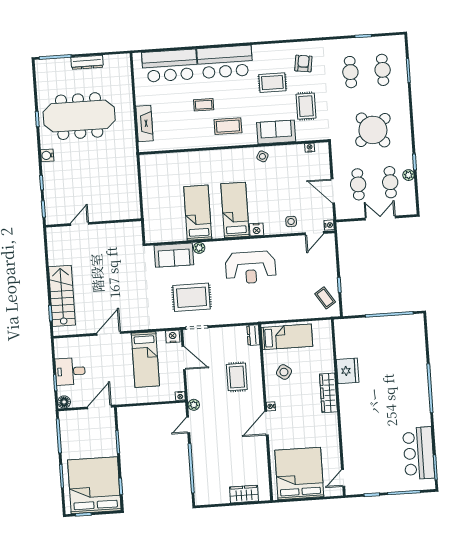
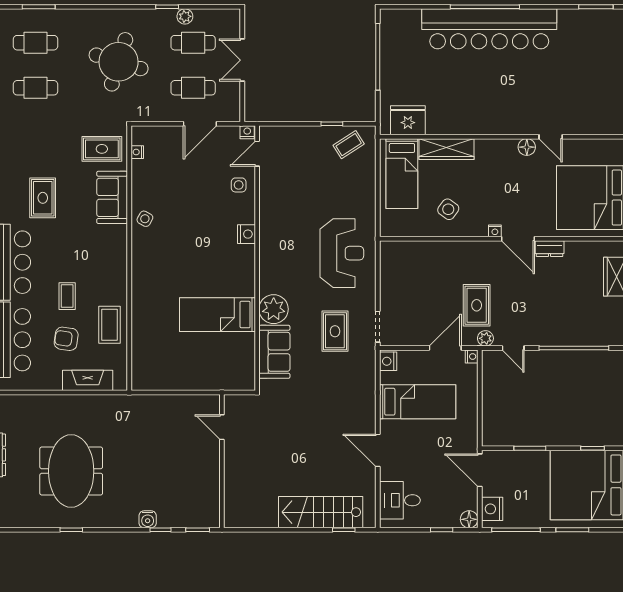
armchair: (303, 63) -> (66, 339), moved
rug: (306, 106) -> (102, 149), moved
meeting table: (79, 116) -> (71, 471), width x0.73
coffee table: (228, 126) -> (109, 325), moved
round table: (373, 130) -> (119, 62), turned -33
water cooler: (47, 155) -> (148, 519), moved
bed: (235, 210) -> (217, 262), removed
door: (80, 224) -> (222, 427), moved
door: (314, 233) -> (257, 154), swing flipped
plant: (199, 248) -> (274, 309), width x1.88, depth x1.88
reception desk: (251, 268) -> (342, 253), moved
rug: (192, 297) -> (335, 331), width x0.73, depth x0.70
dresser: (253, 335) -> (550, 249), moved
bed: (287, 337) -> (402, 174), moved, turned 180
door: (184, 358) -> (445, 348), moved
desk: (70, 371) -> (400, 500), moved, turned 90
fridge: (348, 371) -> (408, 120), moved
rug: (237, 377) -> (477, 305), moved, turned 90
wardrobe: (328, 393) -> (447, 149), moved
nightstand: (73, 418) -> (492, 509), added
floor lamp: (332, 425) -> (527, 147), added
bar counter: (419, 453) -> (489, 29), moved, width x1.86
door: (343, 478) -> (551, 137), moved

